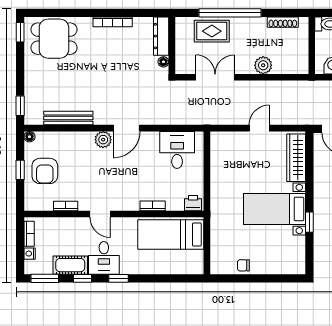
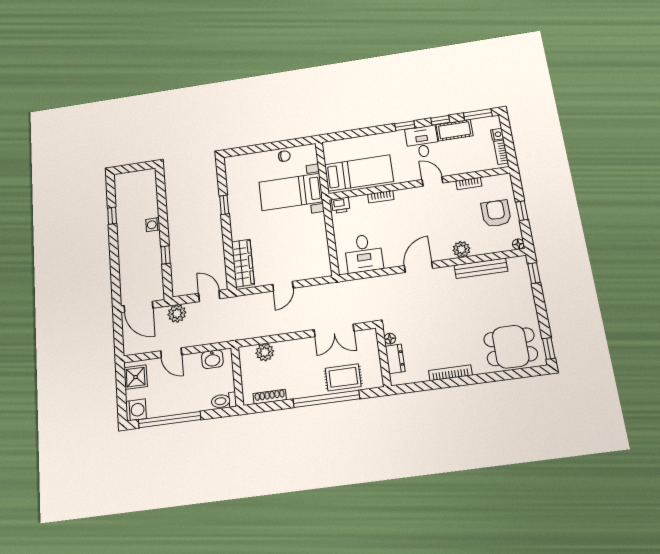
dresser: (161, 36) -> (395, 359), width x0.70
plant: (263, 65) -> (265, 352), moved
plant: (103, 140) -> (461, 249), moved
bed with nightstands: (275, 209) -> (291, 192), moved, turned 180

